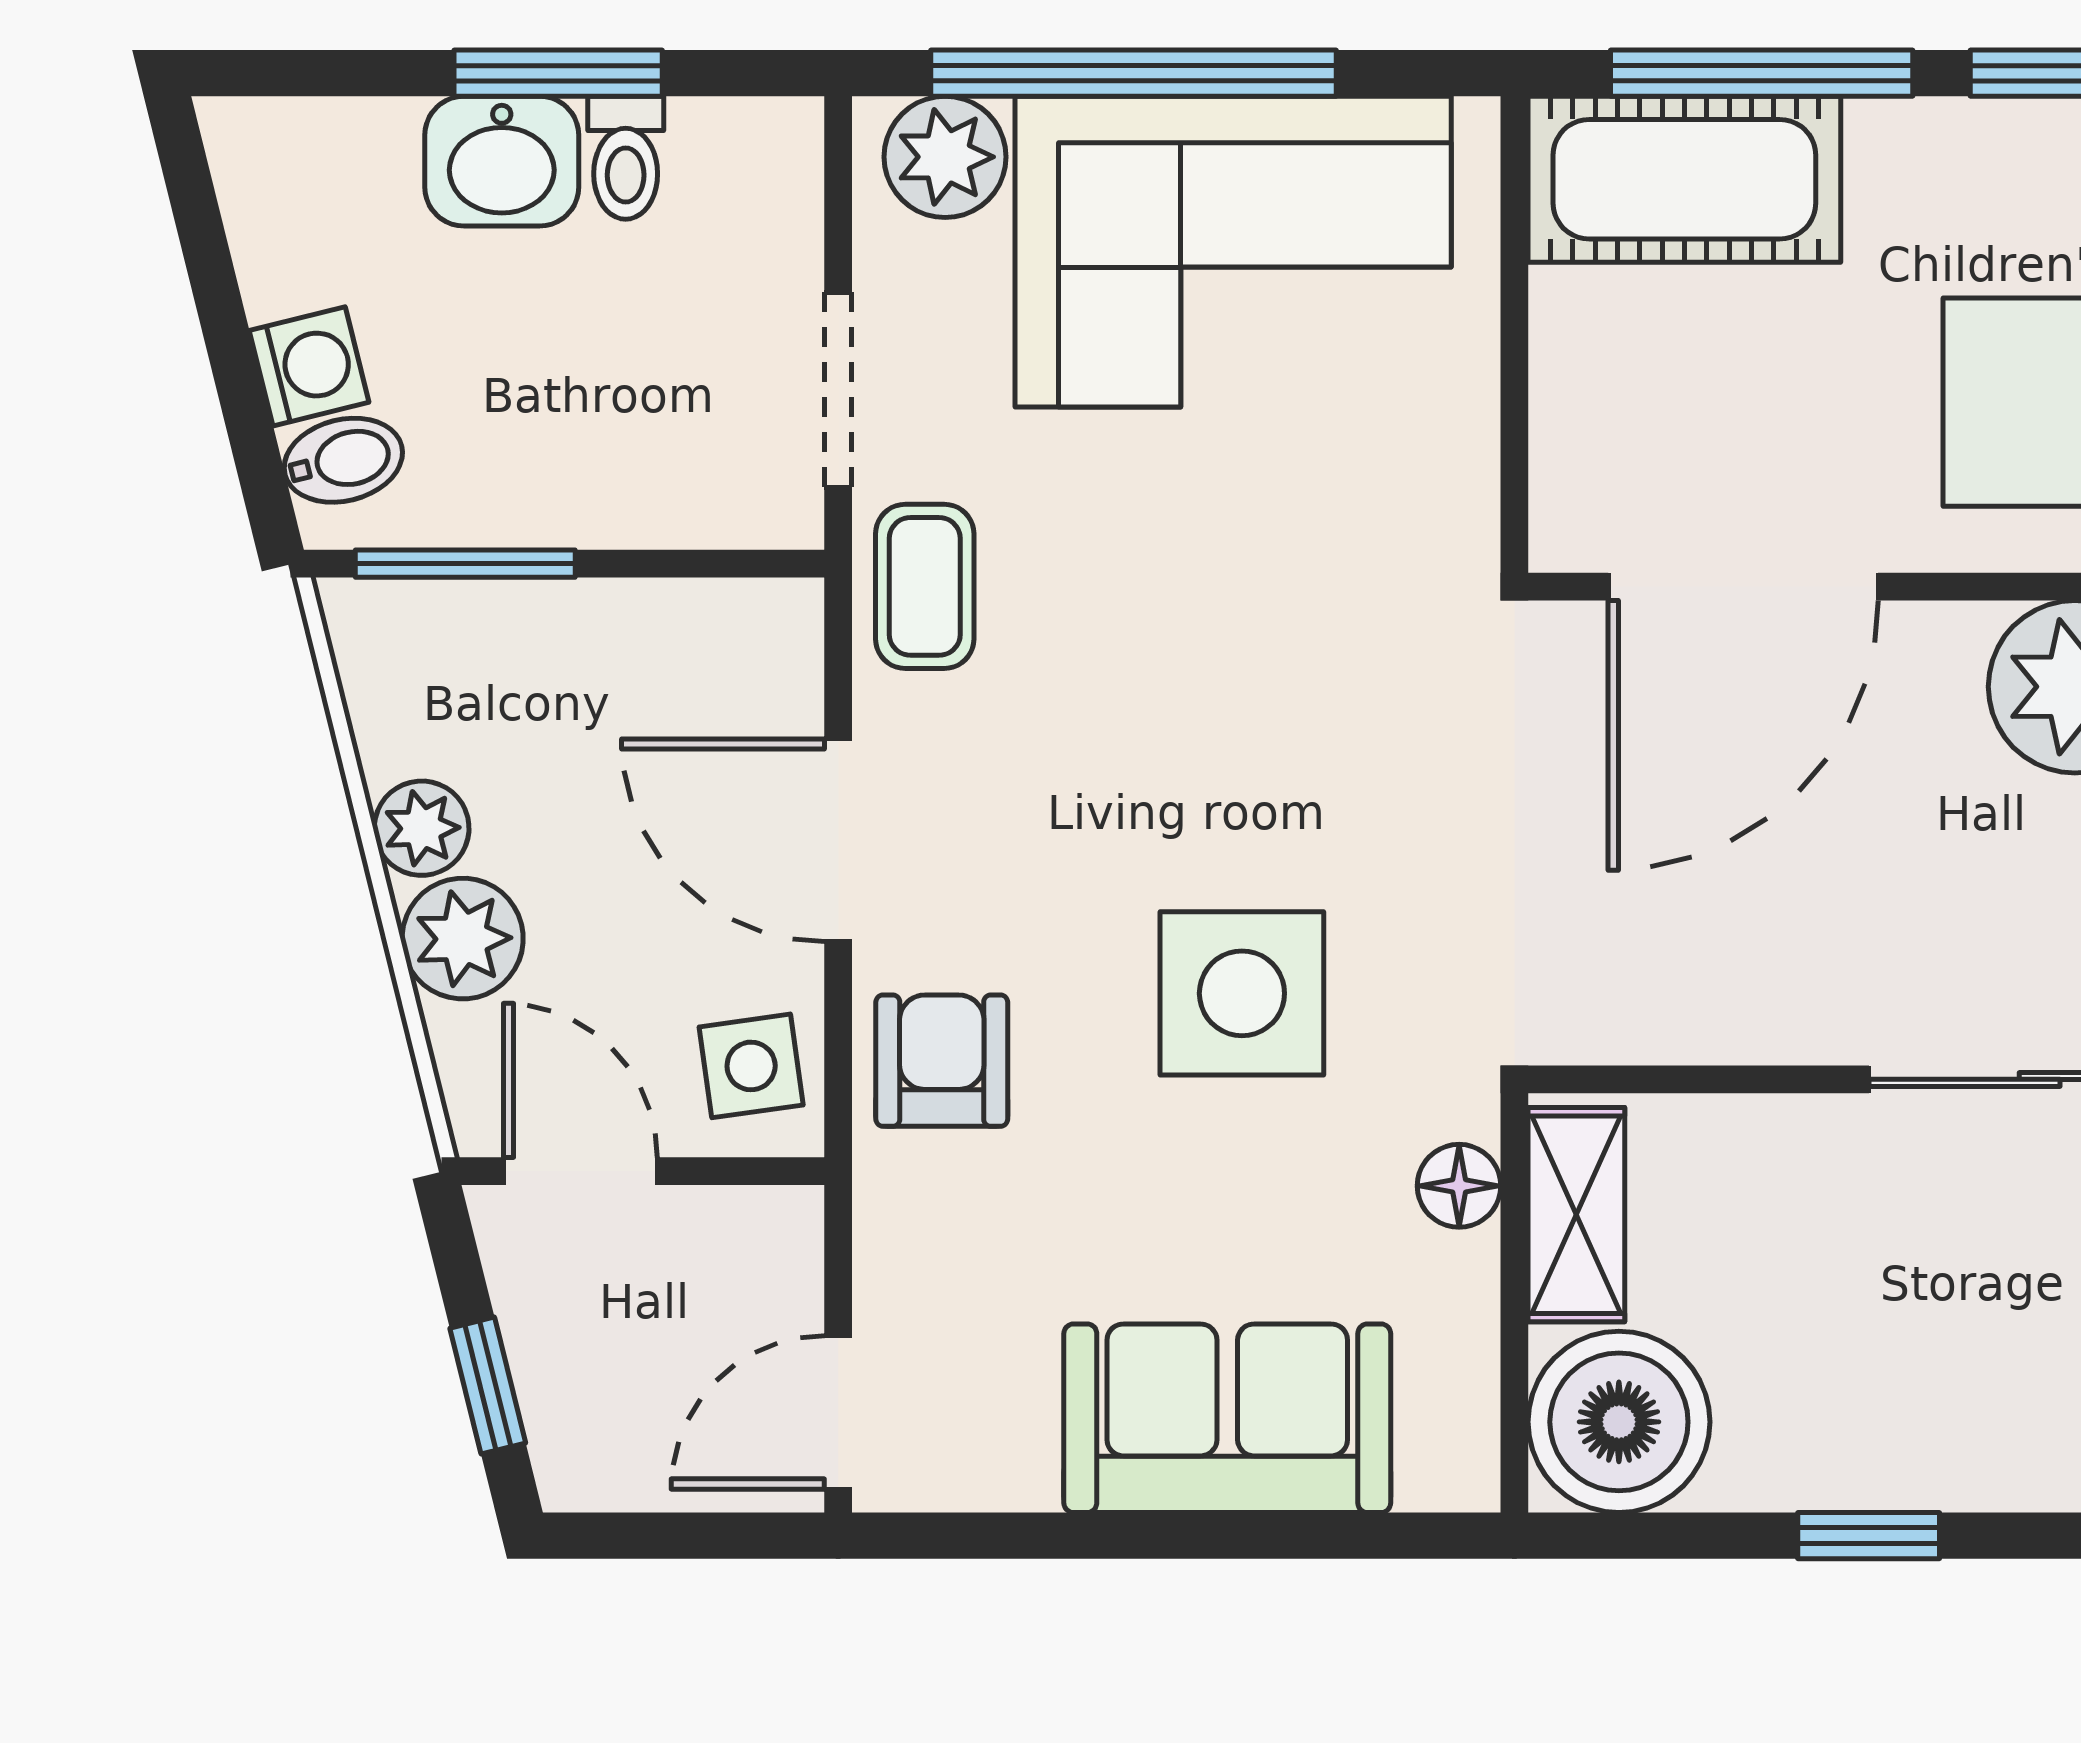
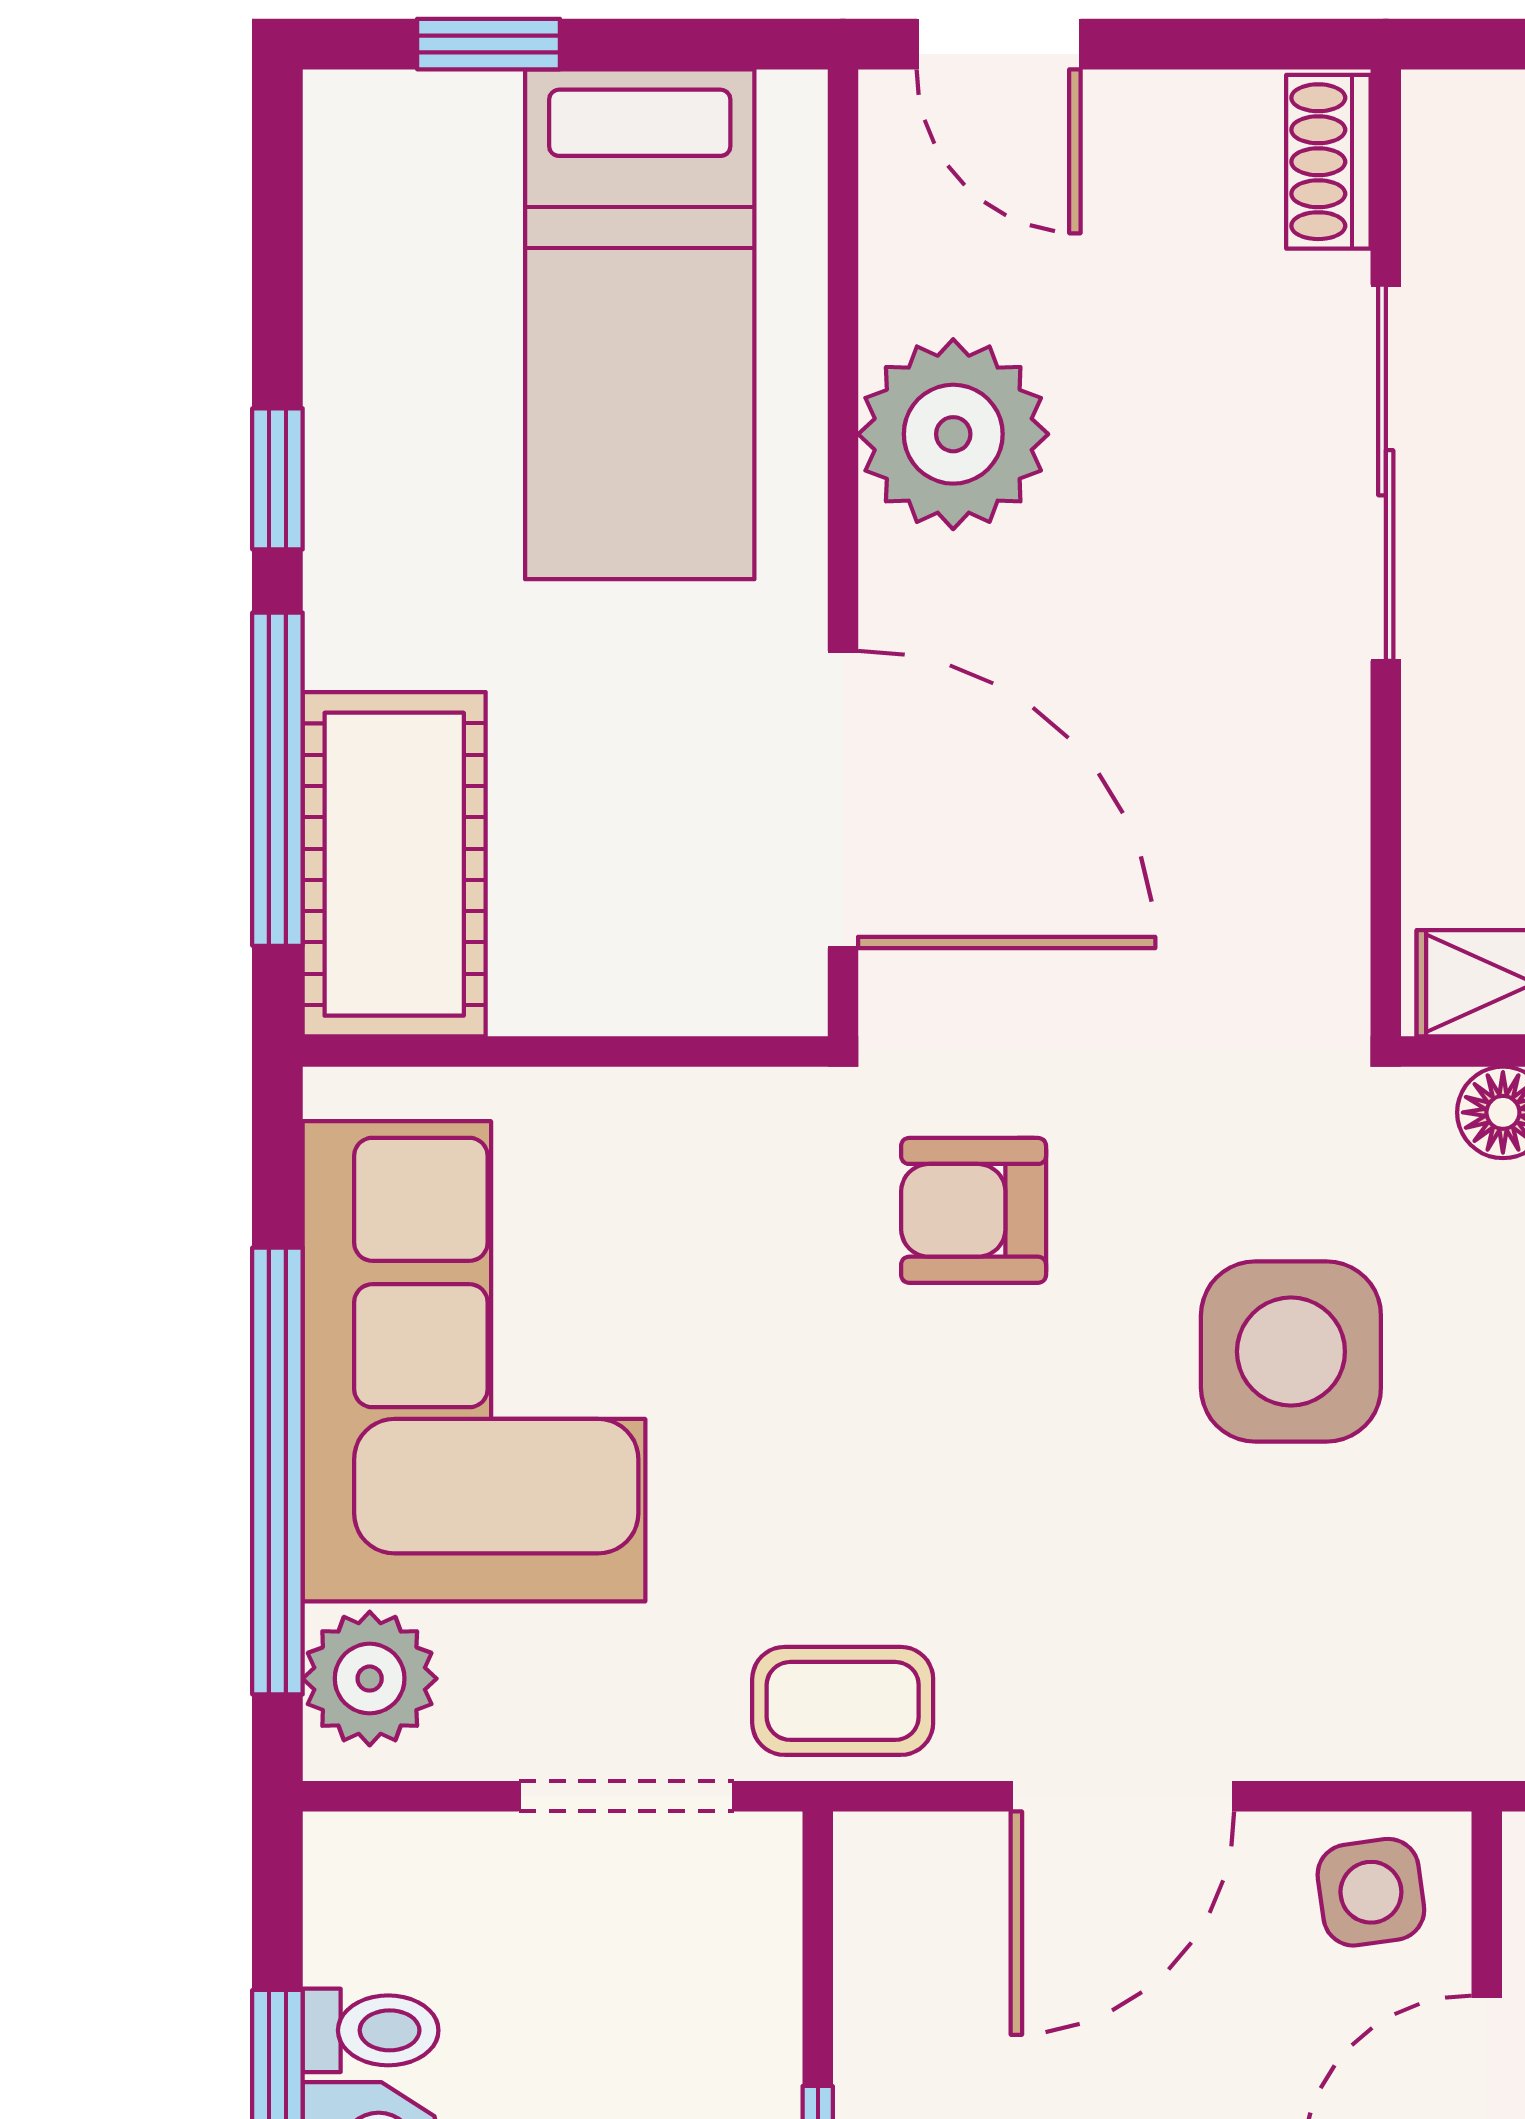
armchair: (942, 1061) -> (974, 1210), moved

